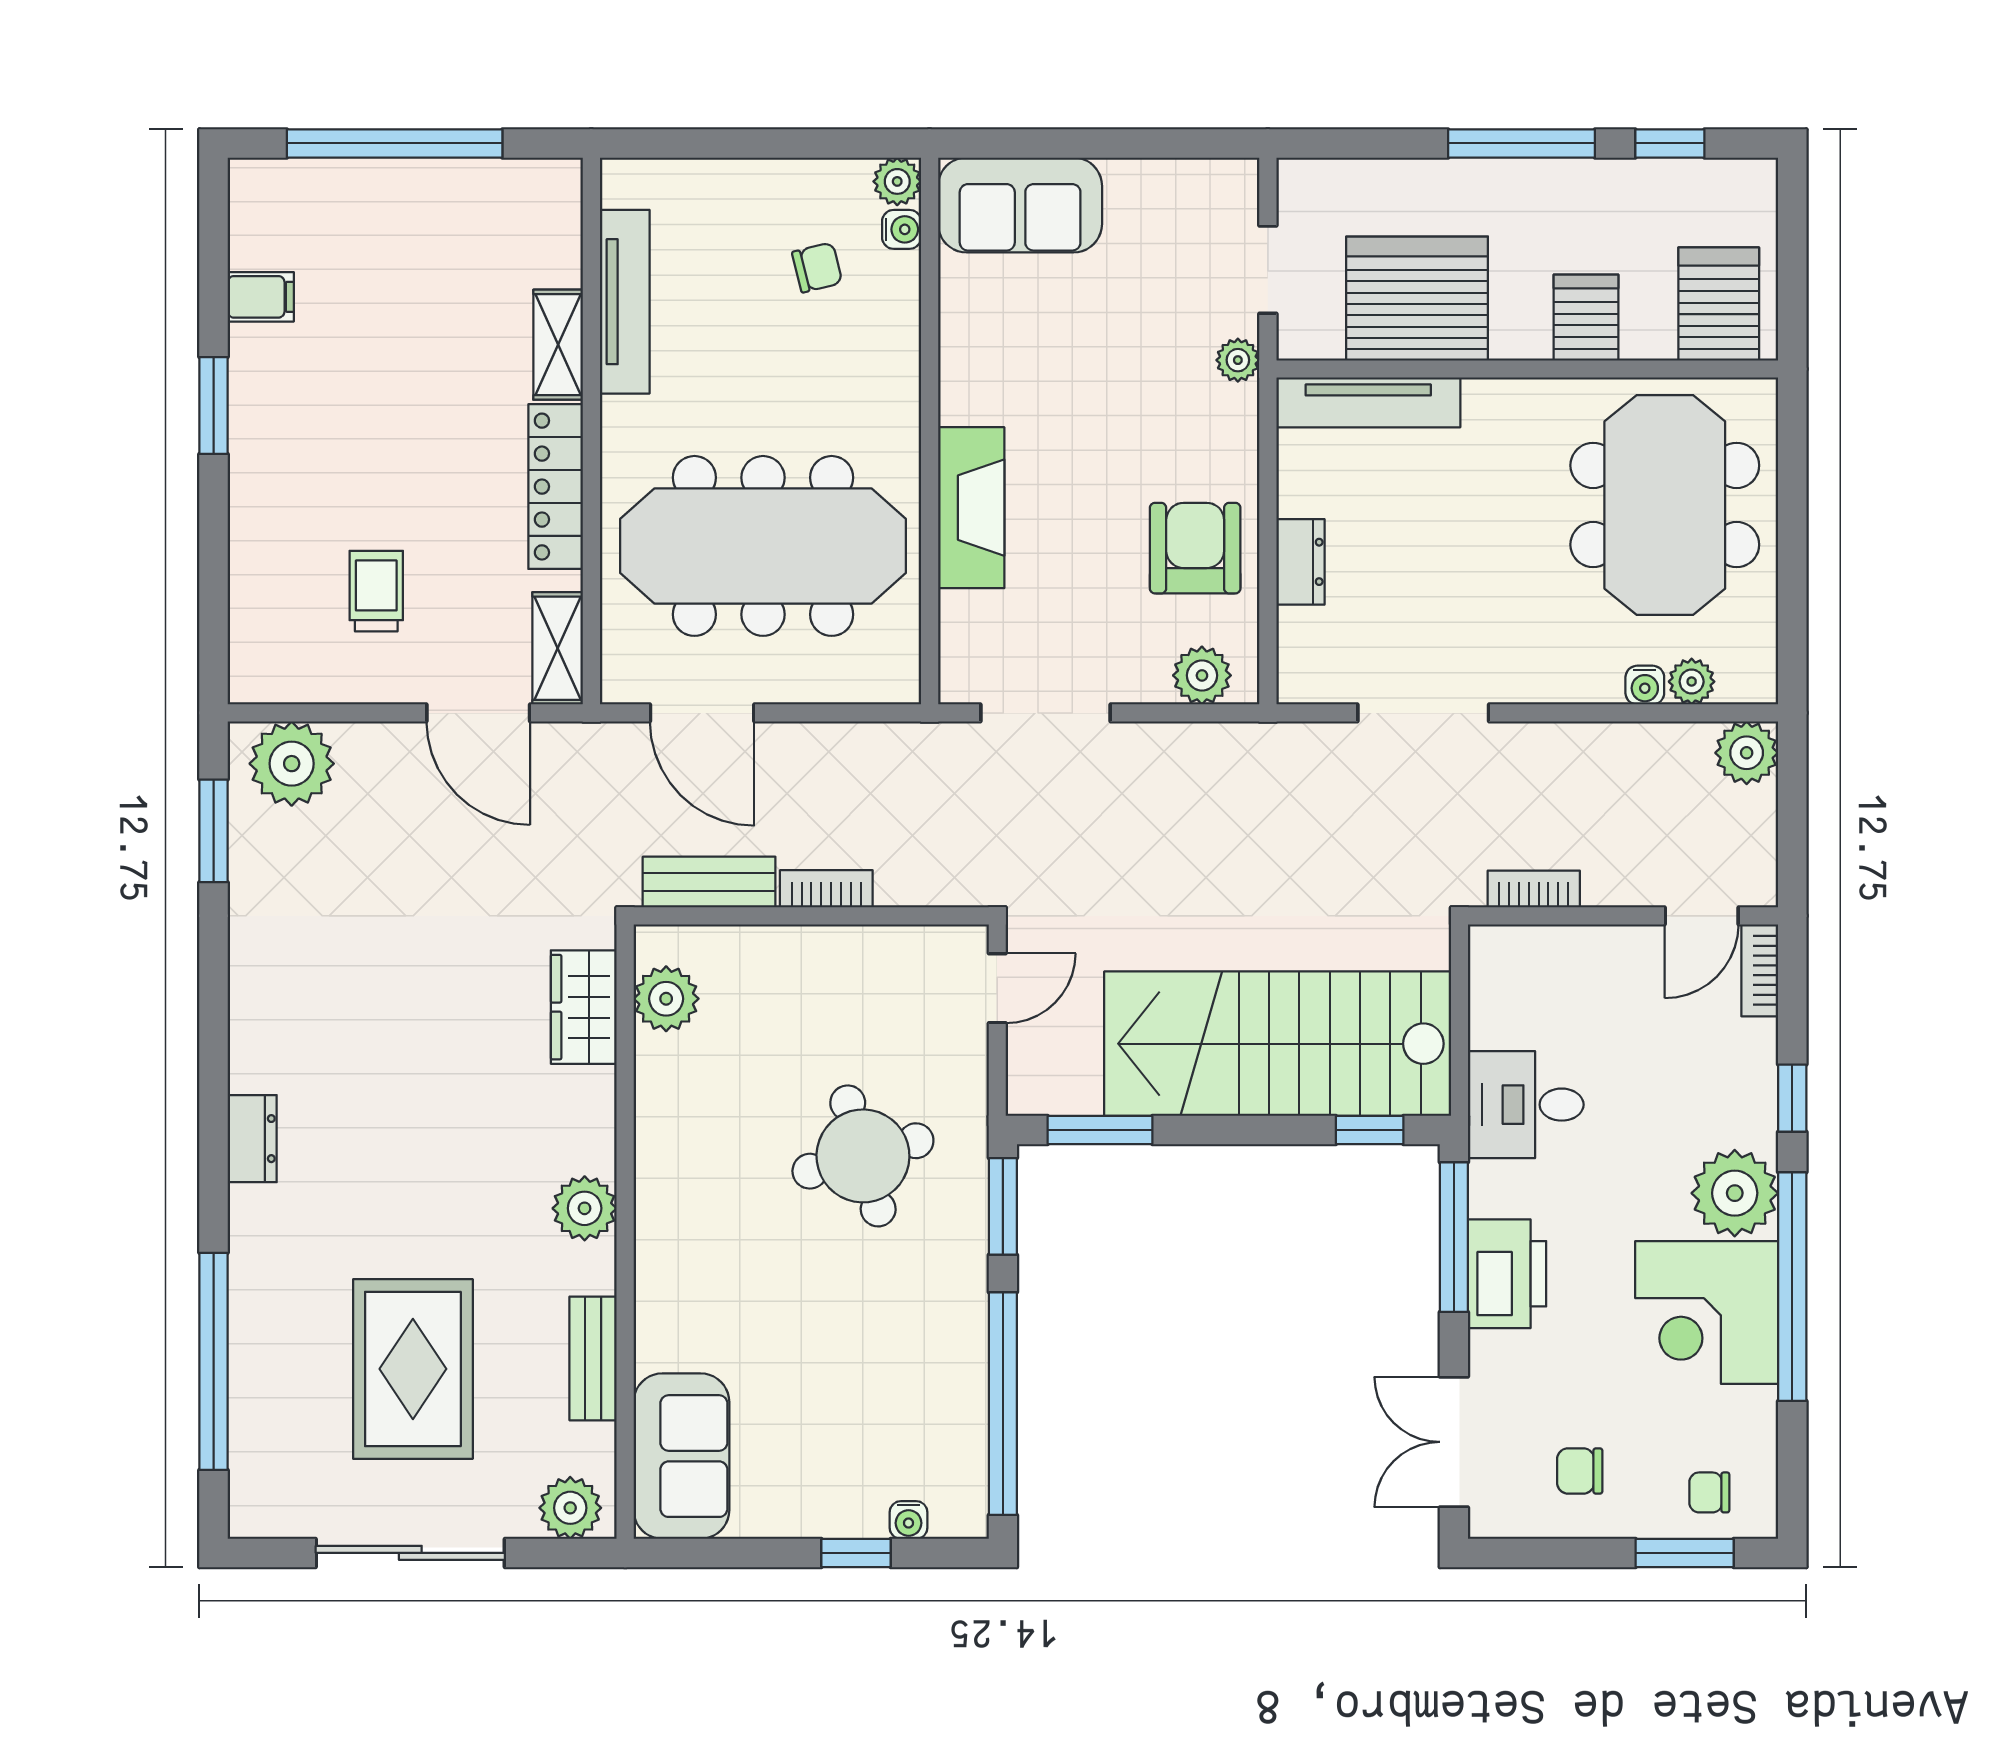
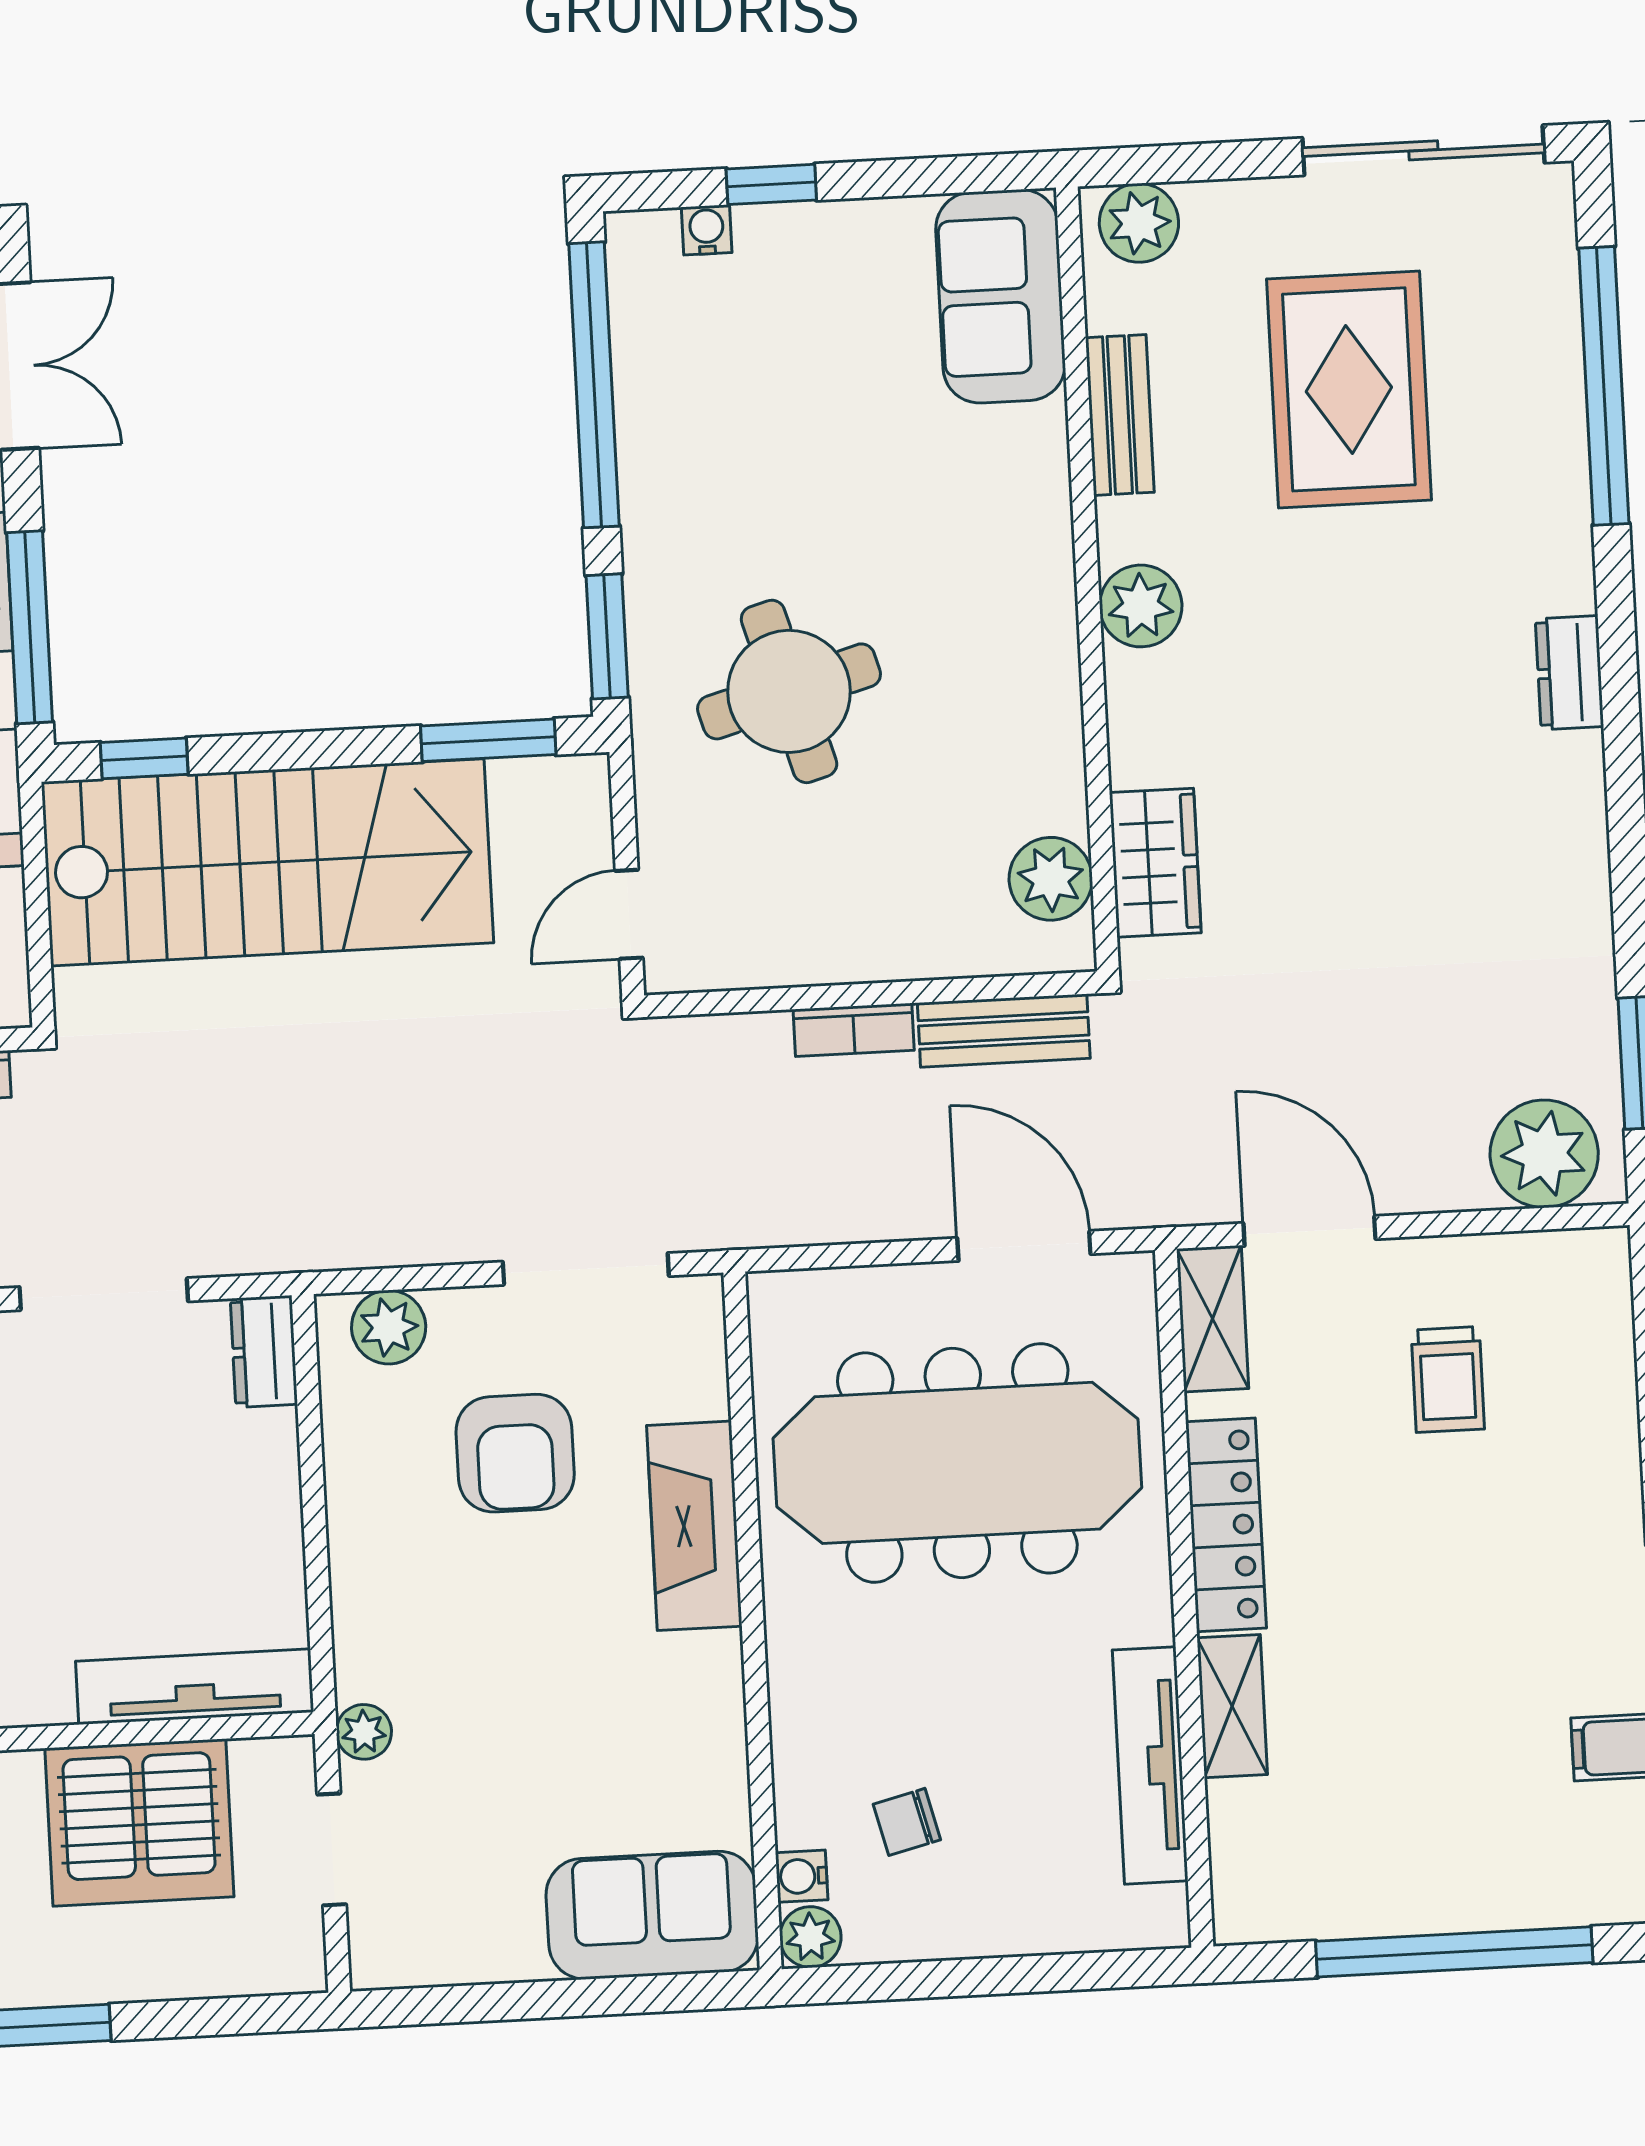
armchair: (1195, 548) -> (515, 1453), moved
dresser: (1300, 562) -> (264, 1351), moved
sliding door: (410, 1553) -> (1423, 150), moved

